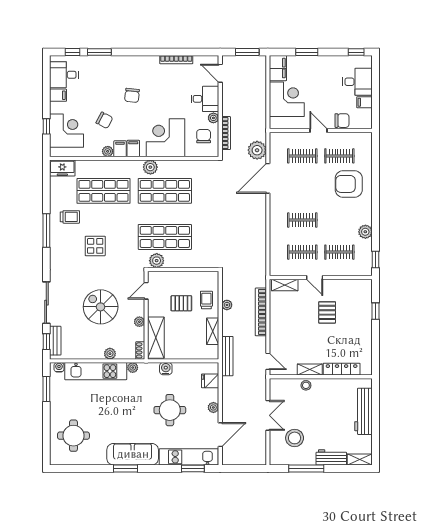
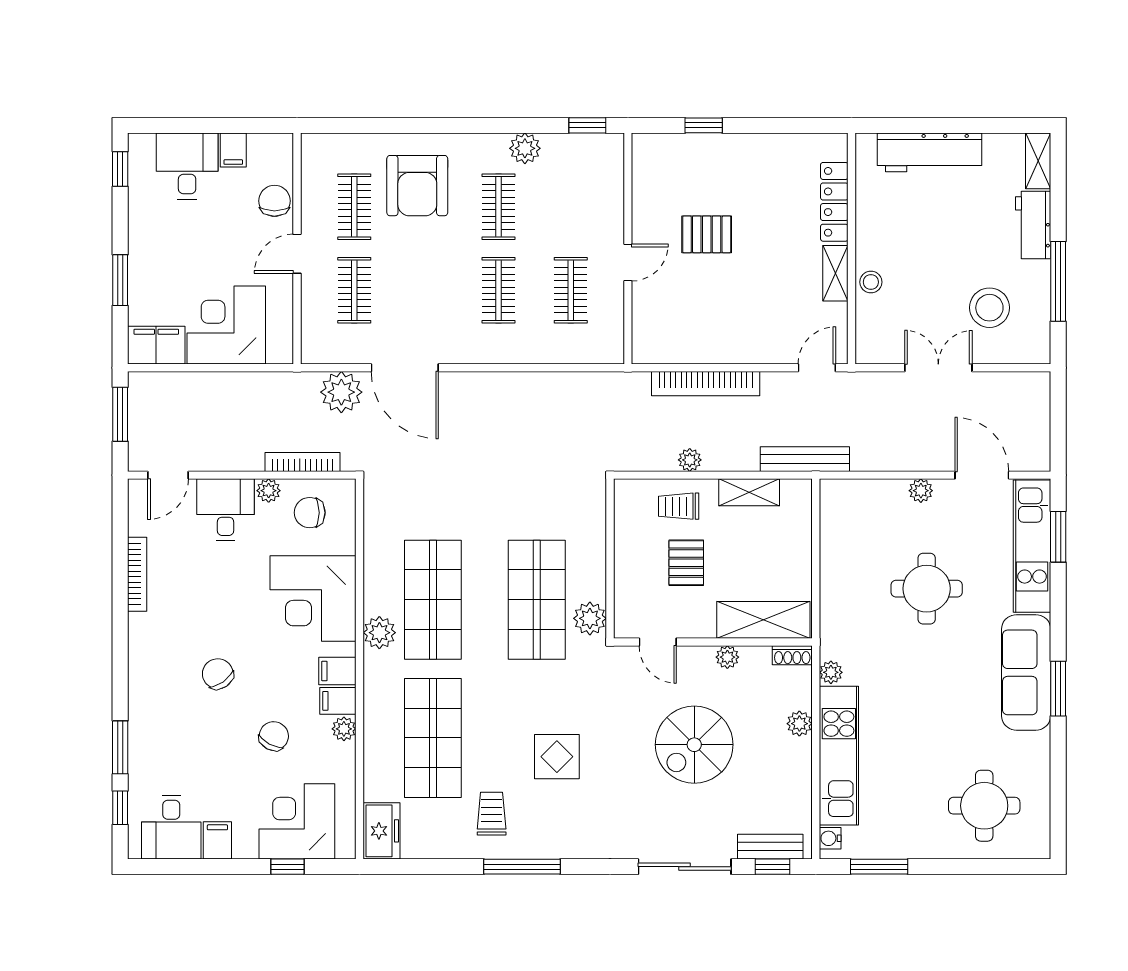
chair: (132, 95) -> (218, 674), turned -131
clothes rail: (339, 252) -> (499, 207), moved
shelving: (285, 285) -> (645, 330), removed
water cooler: (166, 369) -> (833, 598), removed
fridge: (210, 381) -> (861, 498), removed

